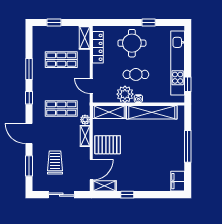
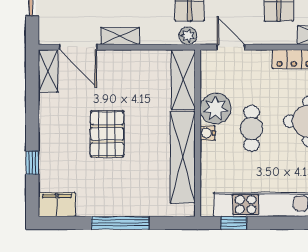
door: (91, 86) -> (231, 47), hinge flipped
plant: (85, 120) -> (188, 36), moved
shelving: (85, 136) -> (120, 36), moved
pallet: (108, 145) -> (107, 134), moved
window: (127, 195) -> (32, 163), moved

